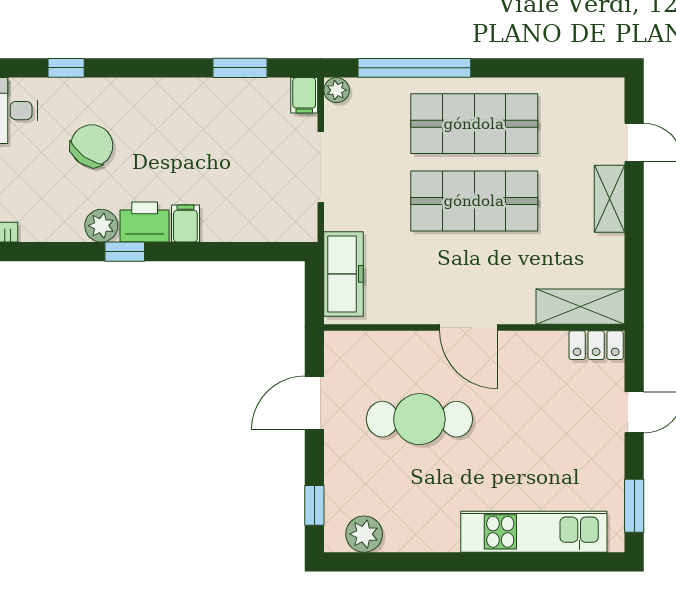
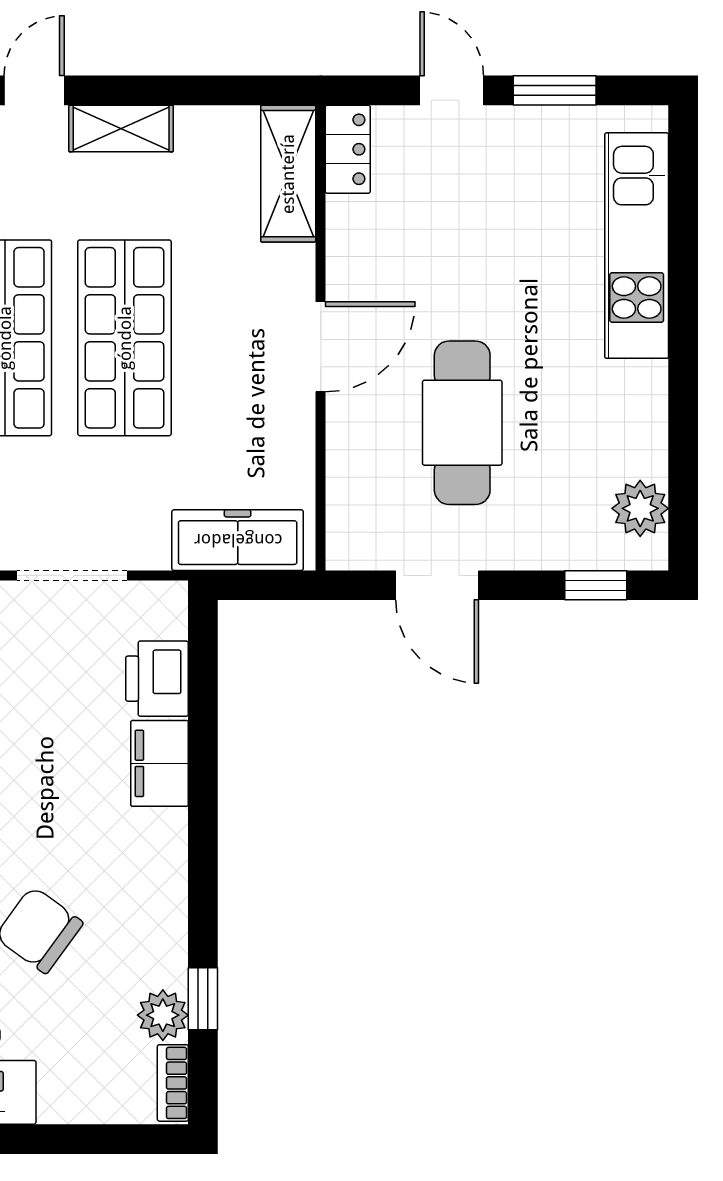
printer: (145, 222) -> (157, 679), moved
filing cabinet: (185, 224) -> (159, 763), width x2.00
plant: (101, 226) -> (163, 1015), moved
window: (125, 252) -> (203, 999), moved
window: (634, 506) -> (555, 90), moved

